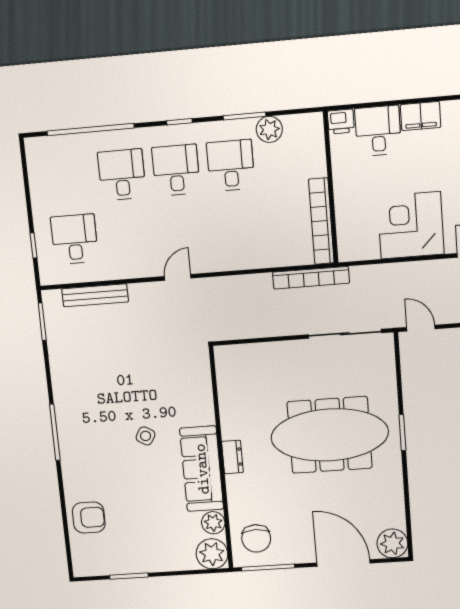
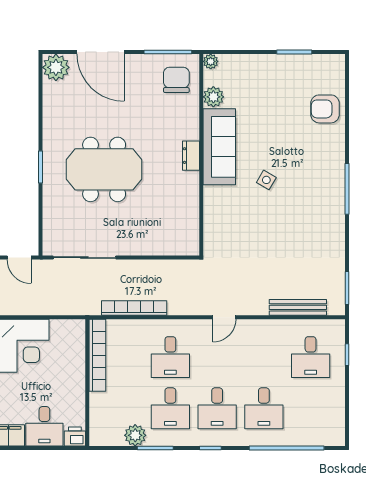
desk: (236, 226) -> (170, 357), added
bookcase: (311, 278) -> (134, 308), moved
meeting table: (330, 435) -> (104, 169), width x0.73
plant: (212, 554) -> (211, 61), width x0.53, depth x0.53

